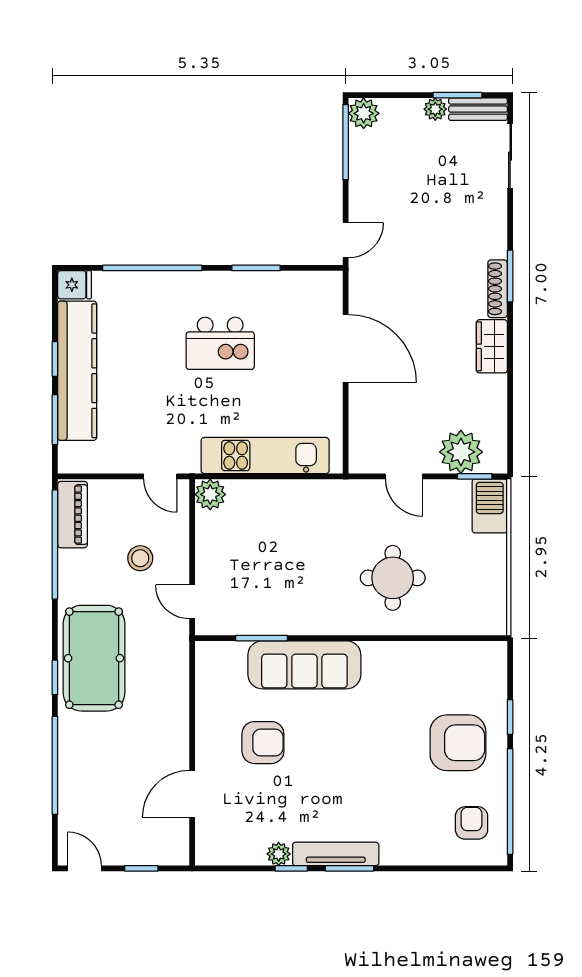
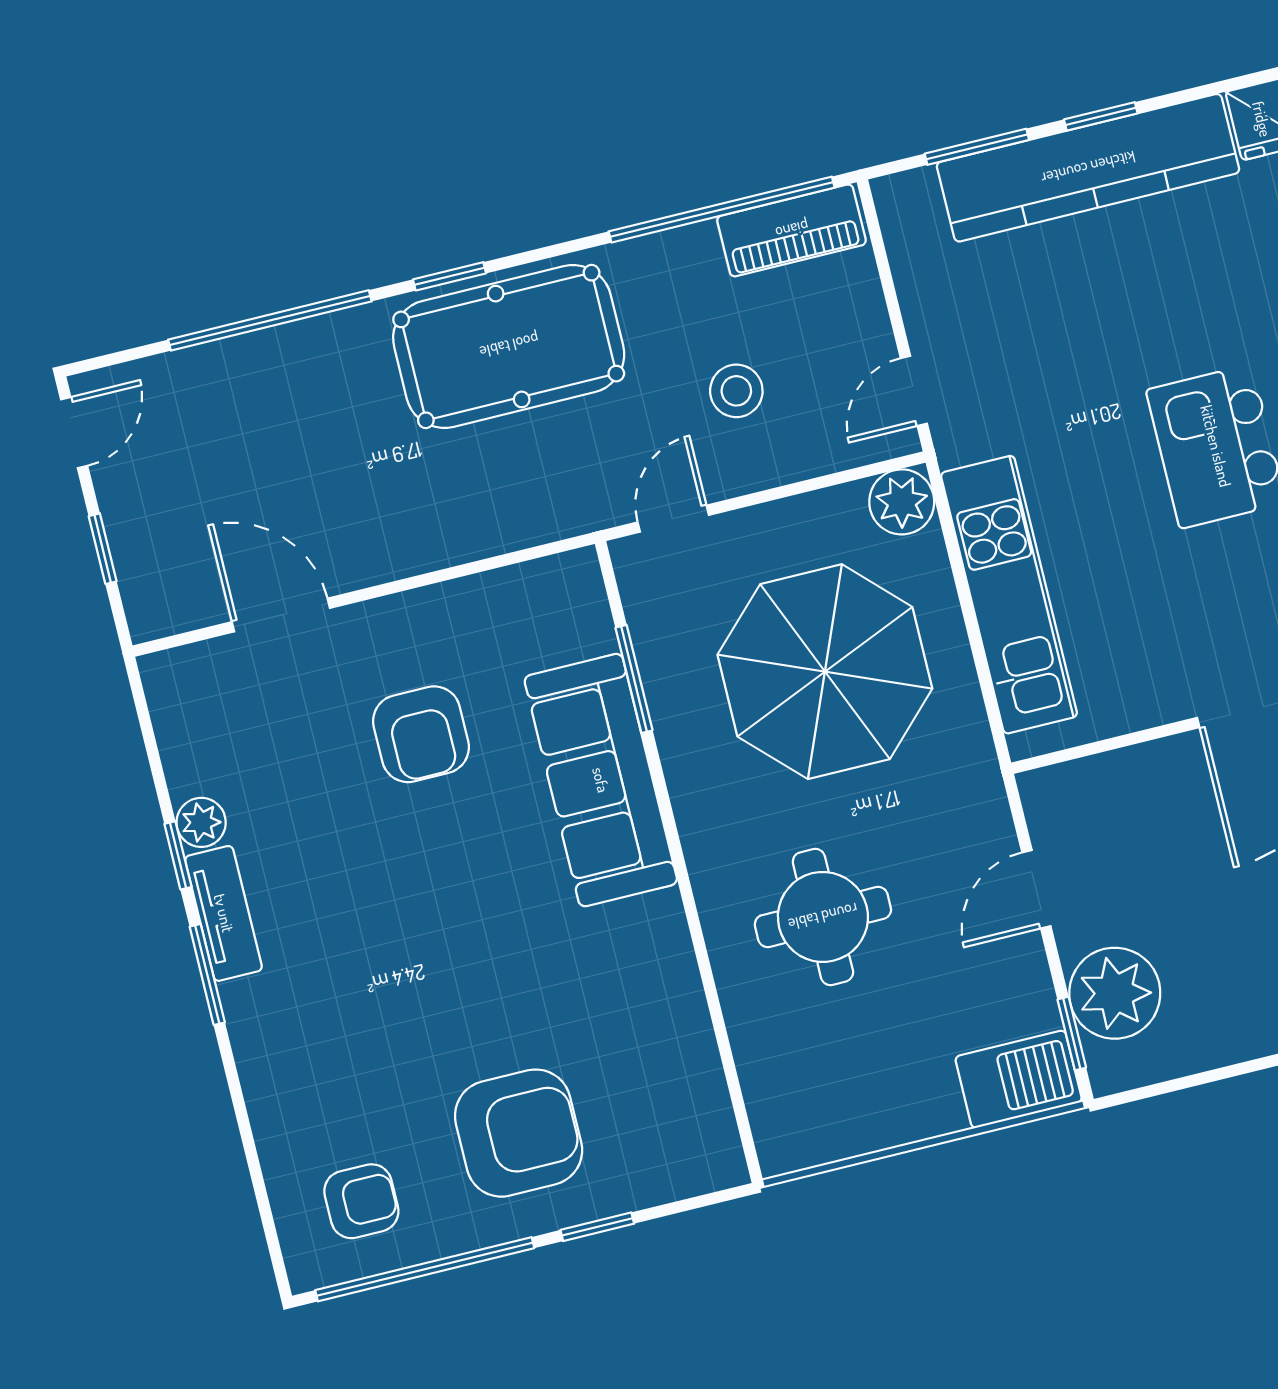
parasol: (280, 549) -> (825, 672), added
armchair: (458, 743) -> (519, 1133), turned -90
tv unit: (336, 854) -> (224, 913), width x0.71

